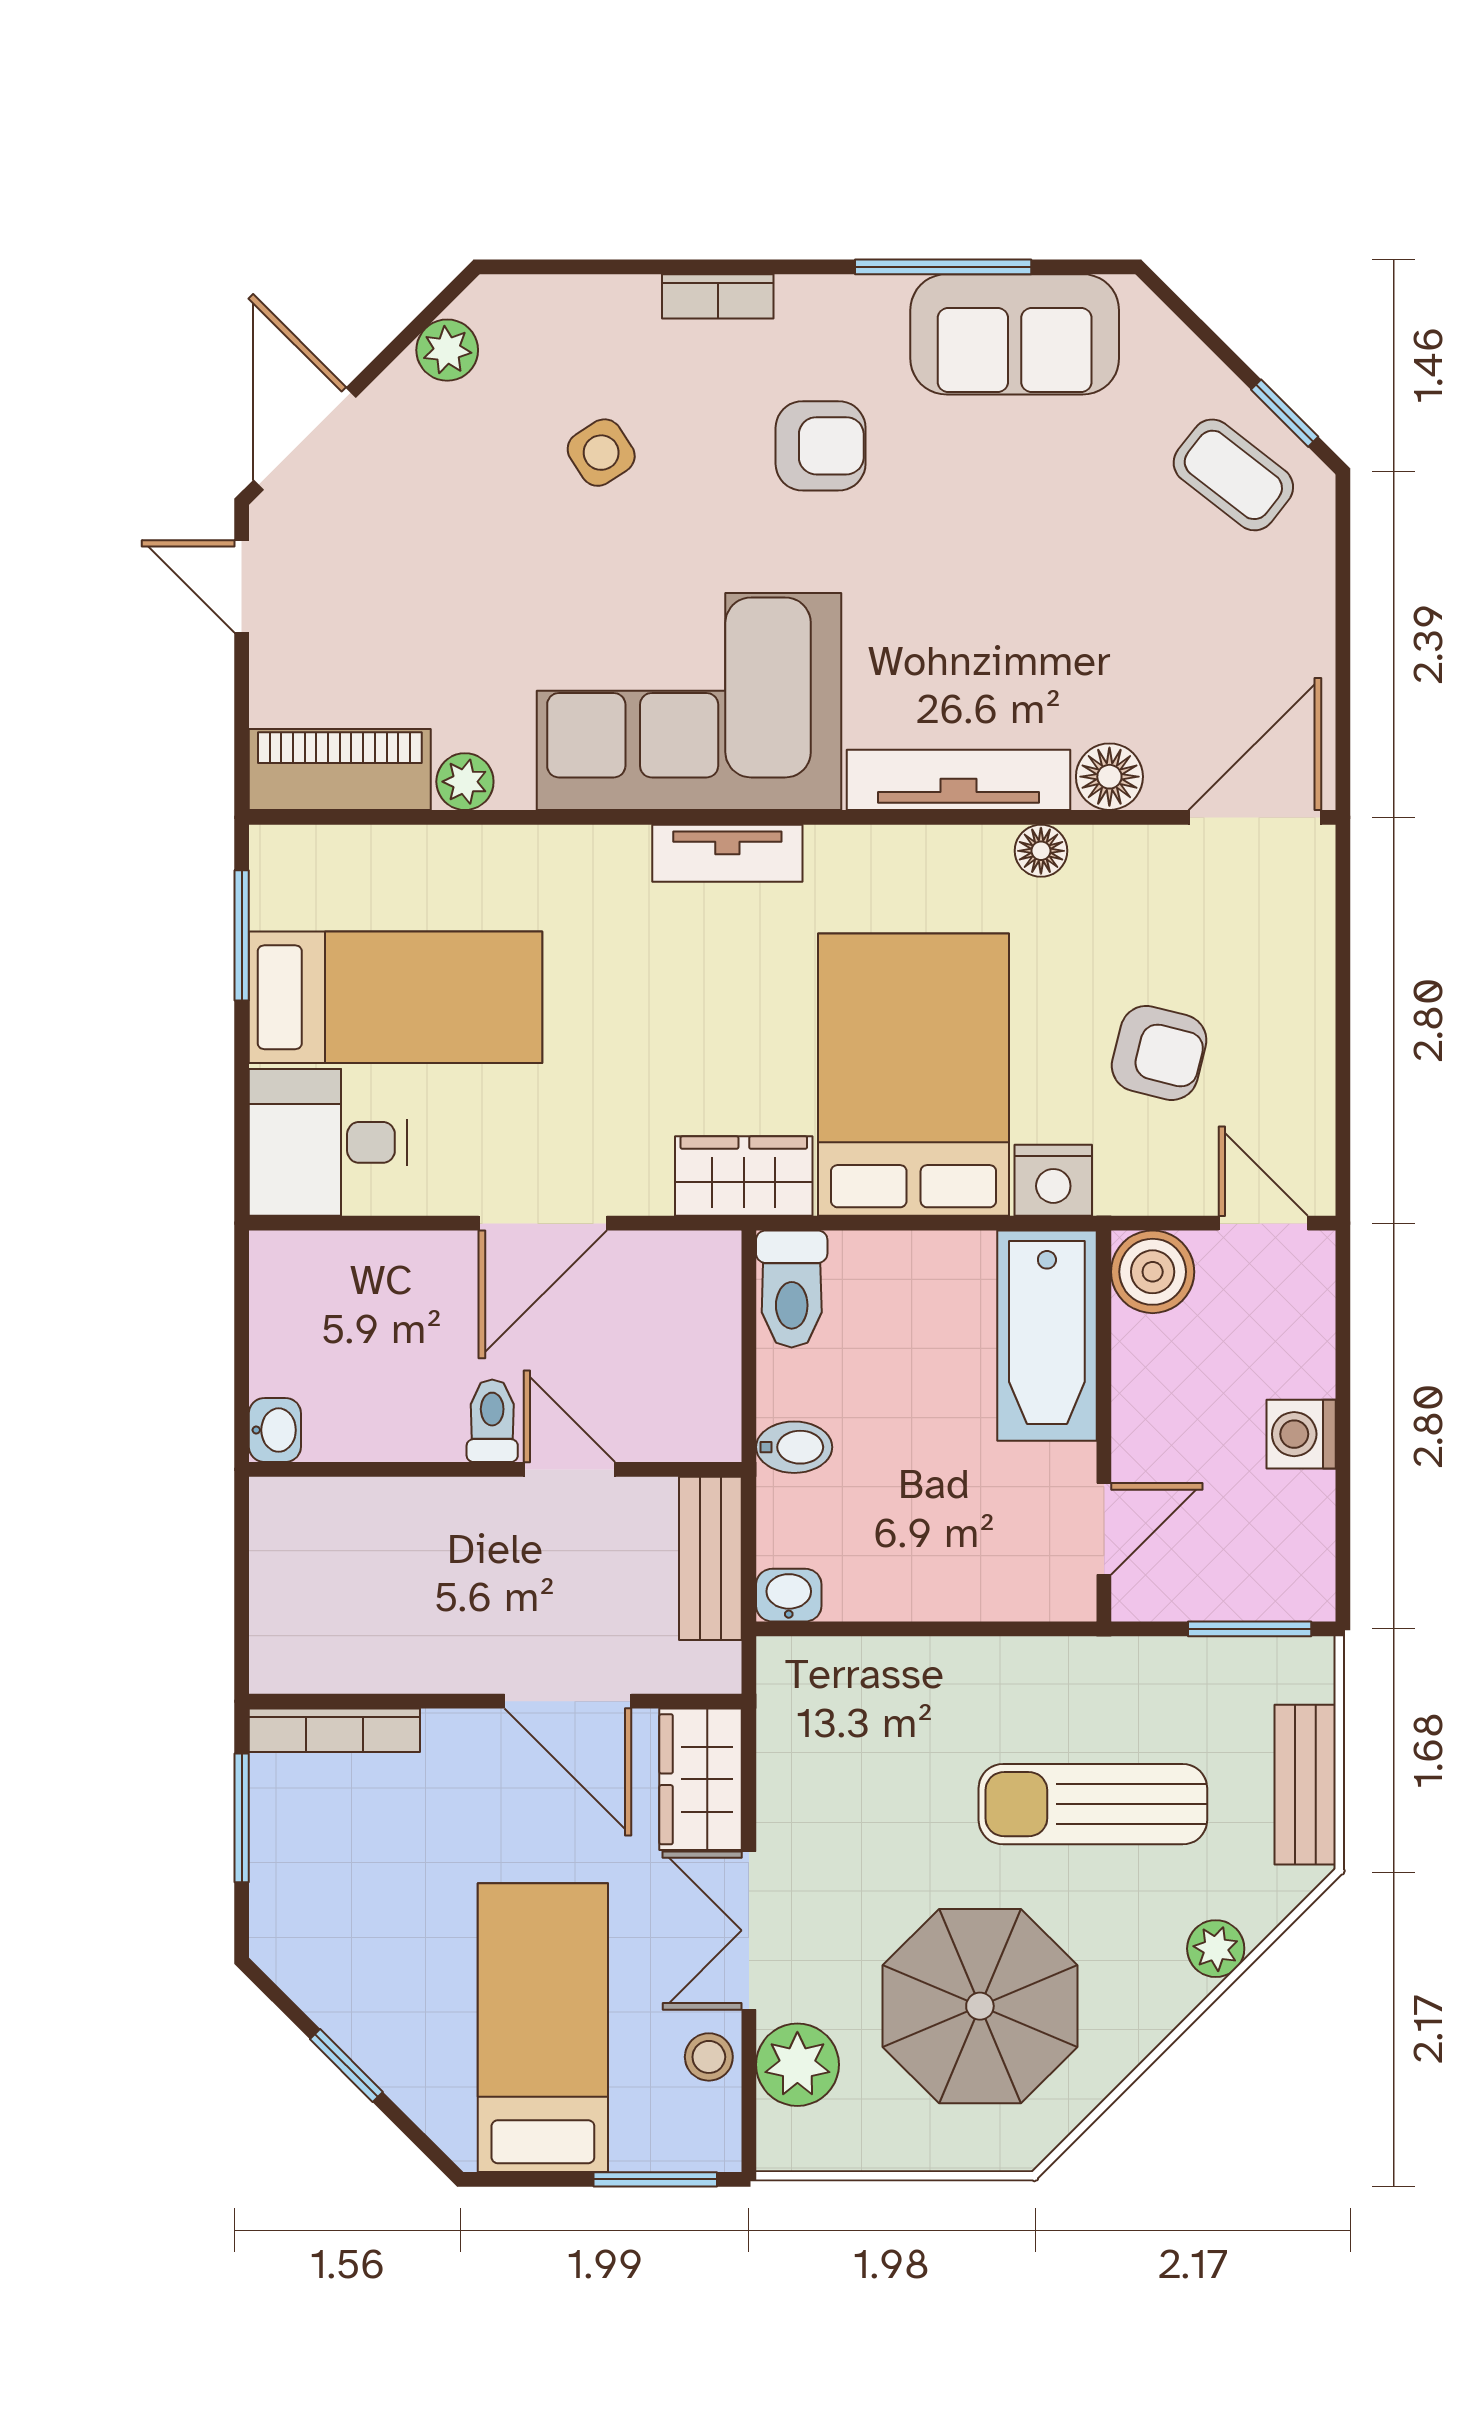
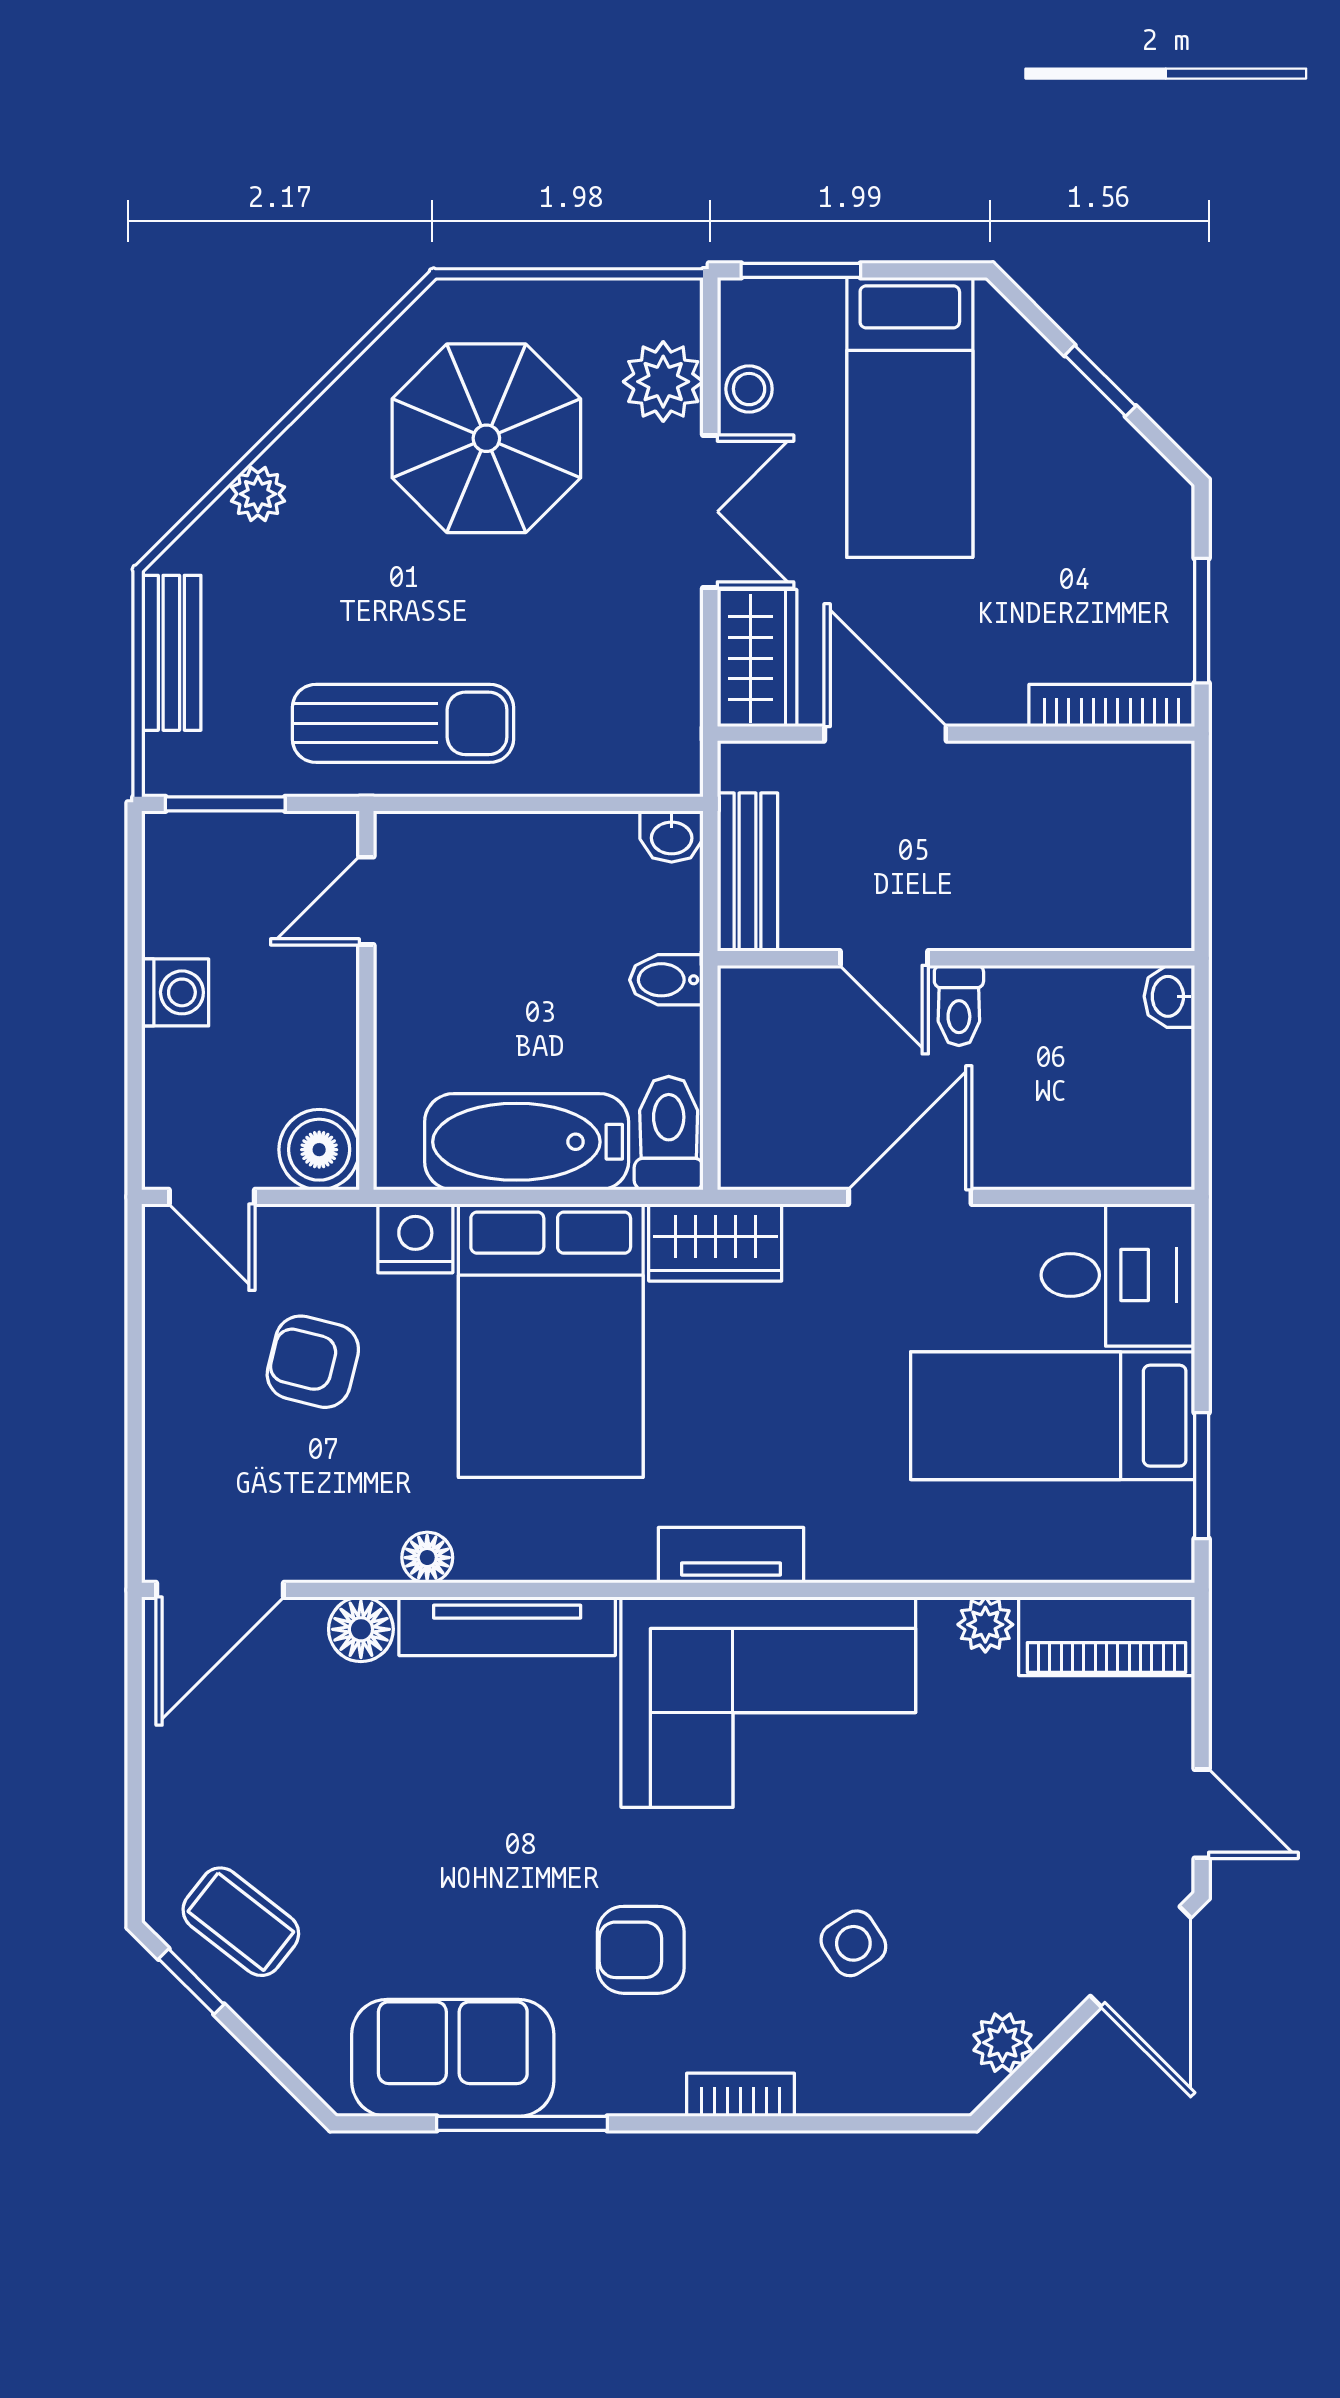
bathtub: (1047, 1336) -> (527, 1142), moved, turned -90
sun lounger: (1093, 1804) -> (403, 723), moved

